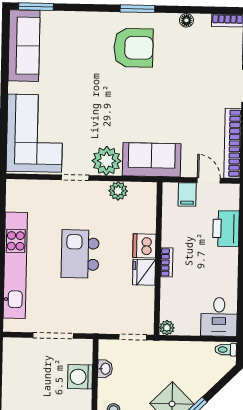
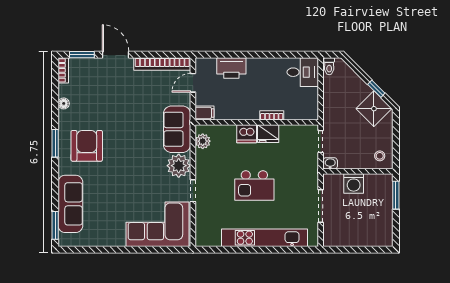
sofa: (24, 46) -> (70, 204), moved, turned 90
plant: (118, 191) -> (203, 141), moved
filing cabinet: (187, 195) -> (204, 113), moved
bookcase: (167, 262) -> (272, 115), moved
plant: (167, 328) -> (312, 114), removed
washbasin: (105, 369) -> (330, 163), moved

